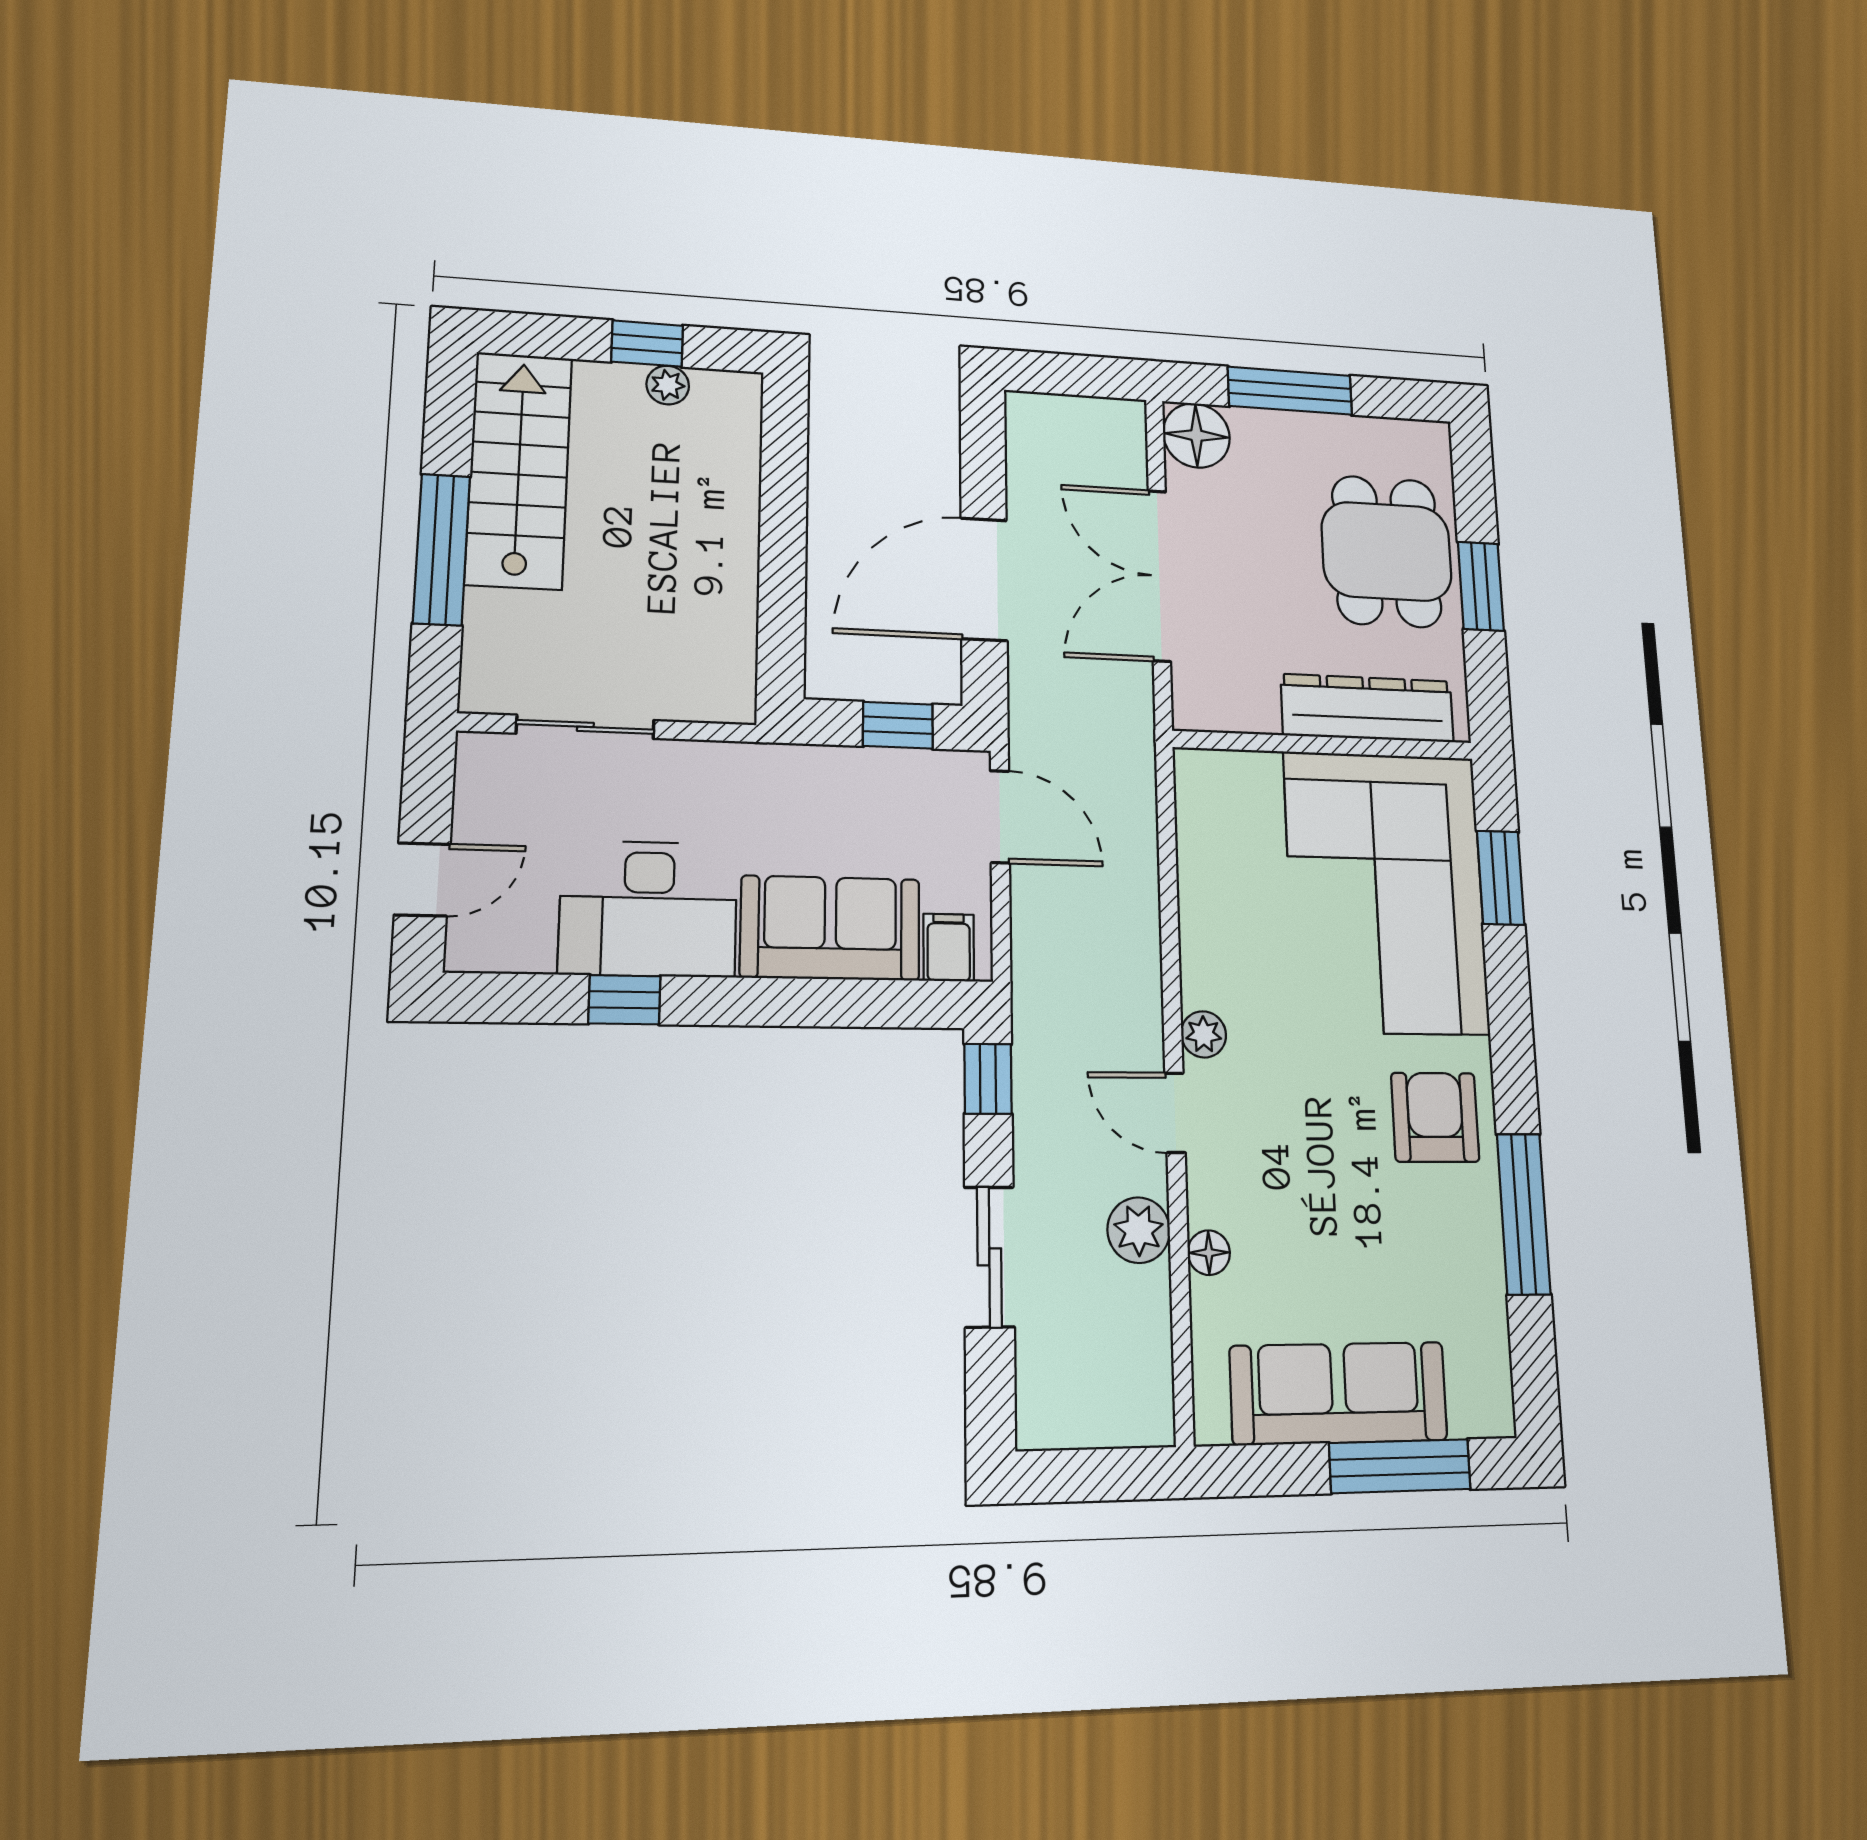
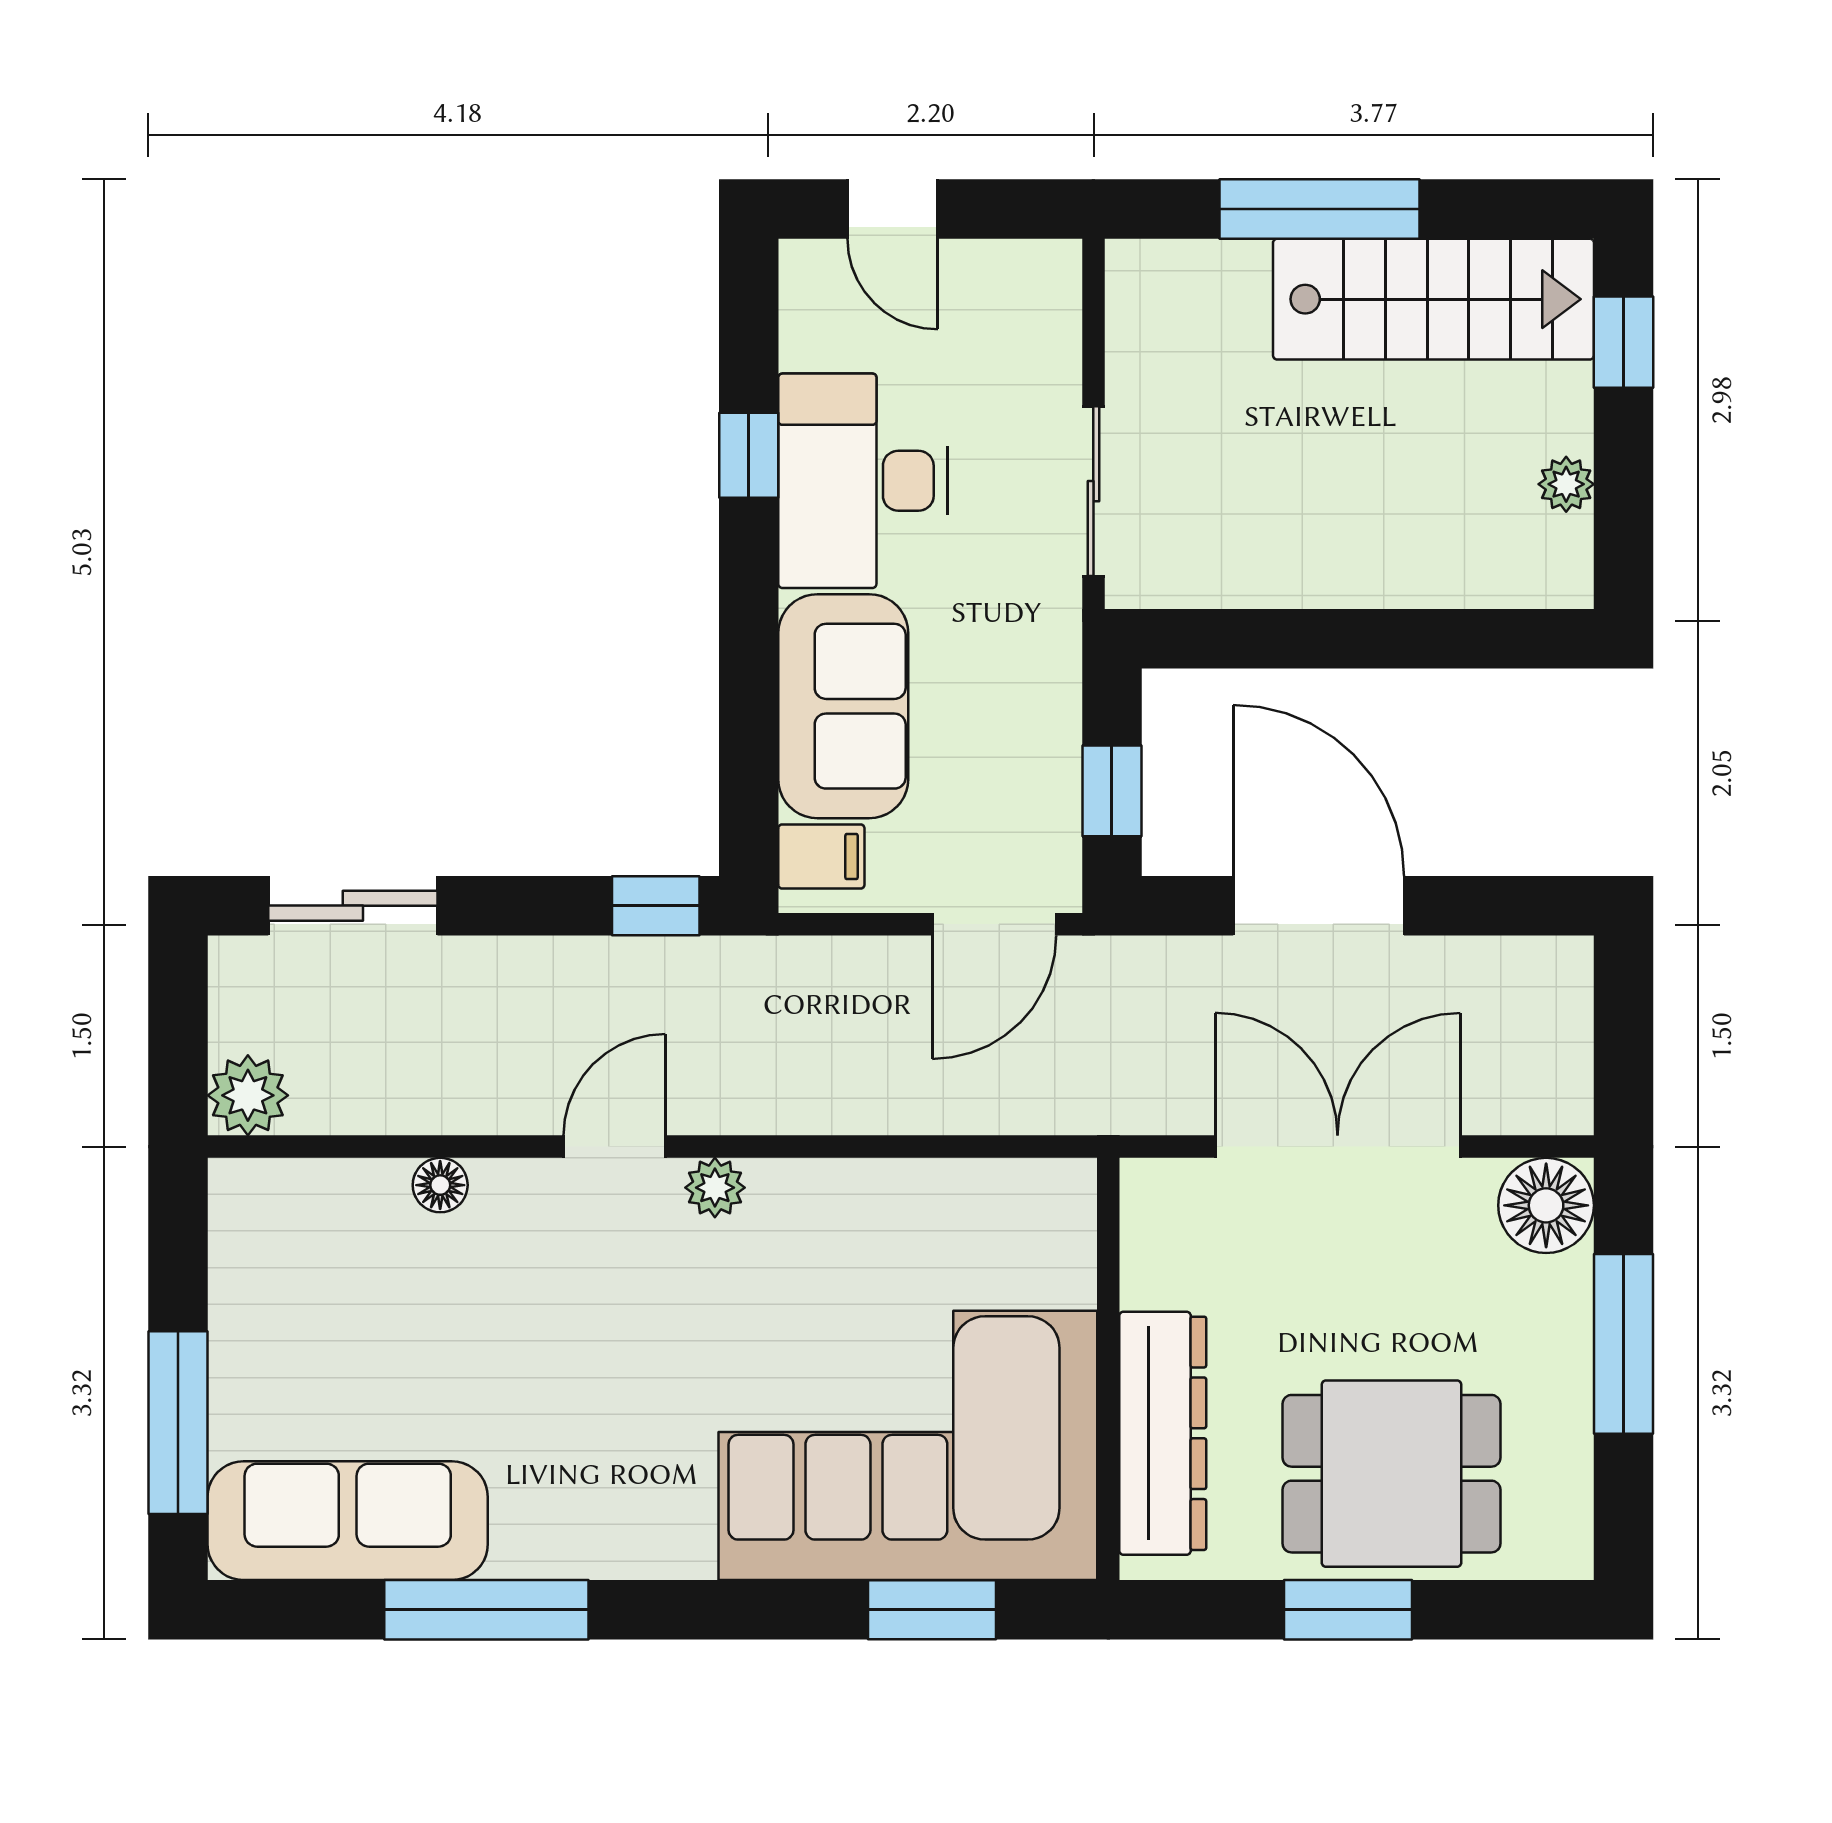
window: (647, 344) -> (1623, 342), moved
sliding door: (585, 727) -> (1093, 491), moved
armchair: (1435, 1117) -> (610, 1496), removed
plant: (1139, 1230) -> (248, 1095), moved
sliding door: (989, 1257) -> (353, 906), moved
sofa: (1339, 1393) -> (348, 1521), moved, turned -90

